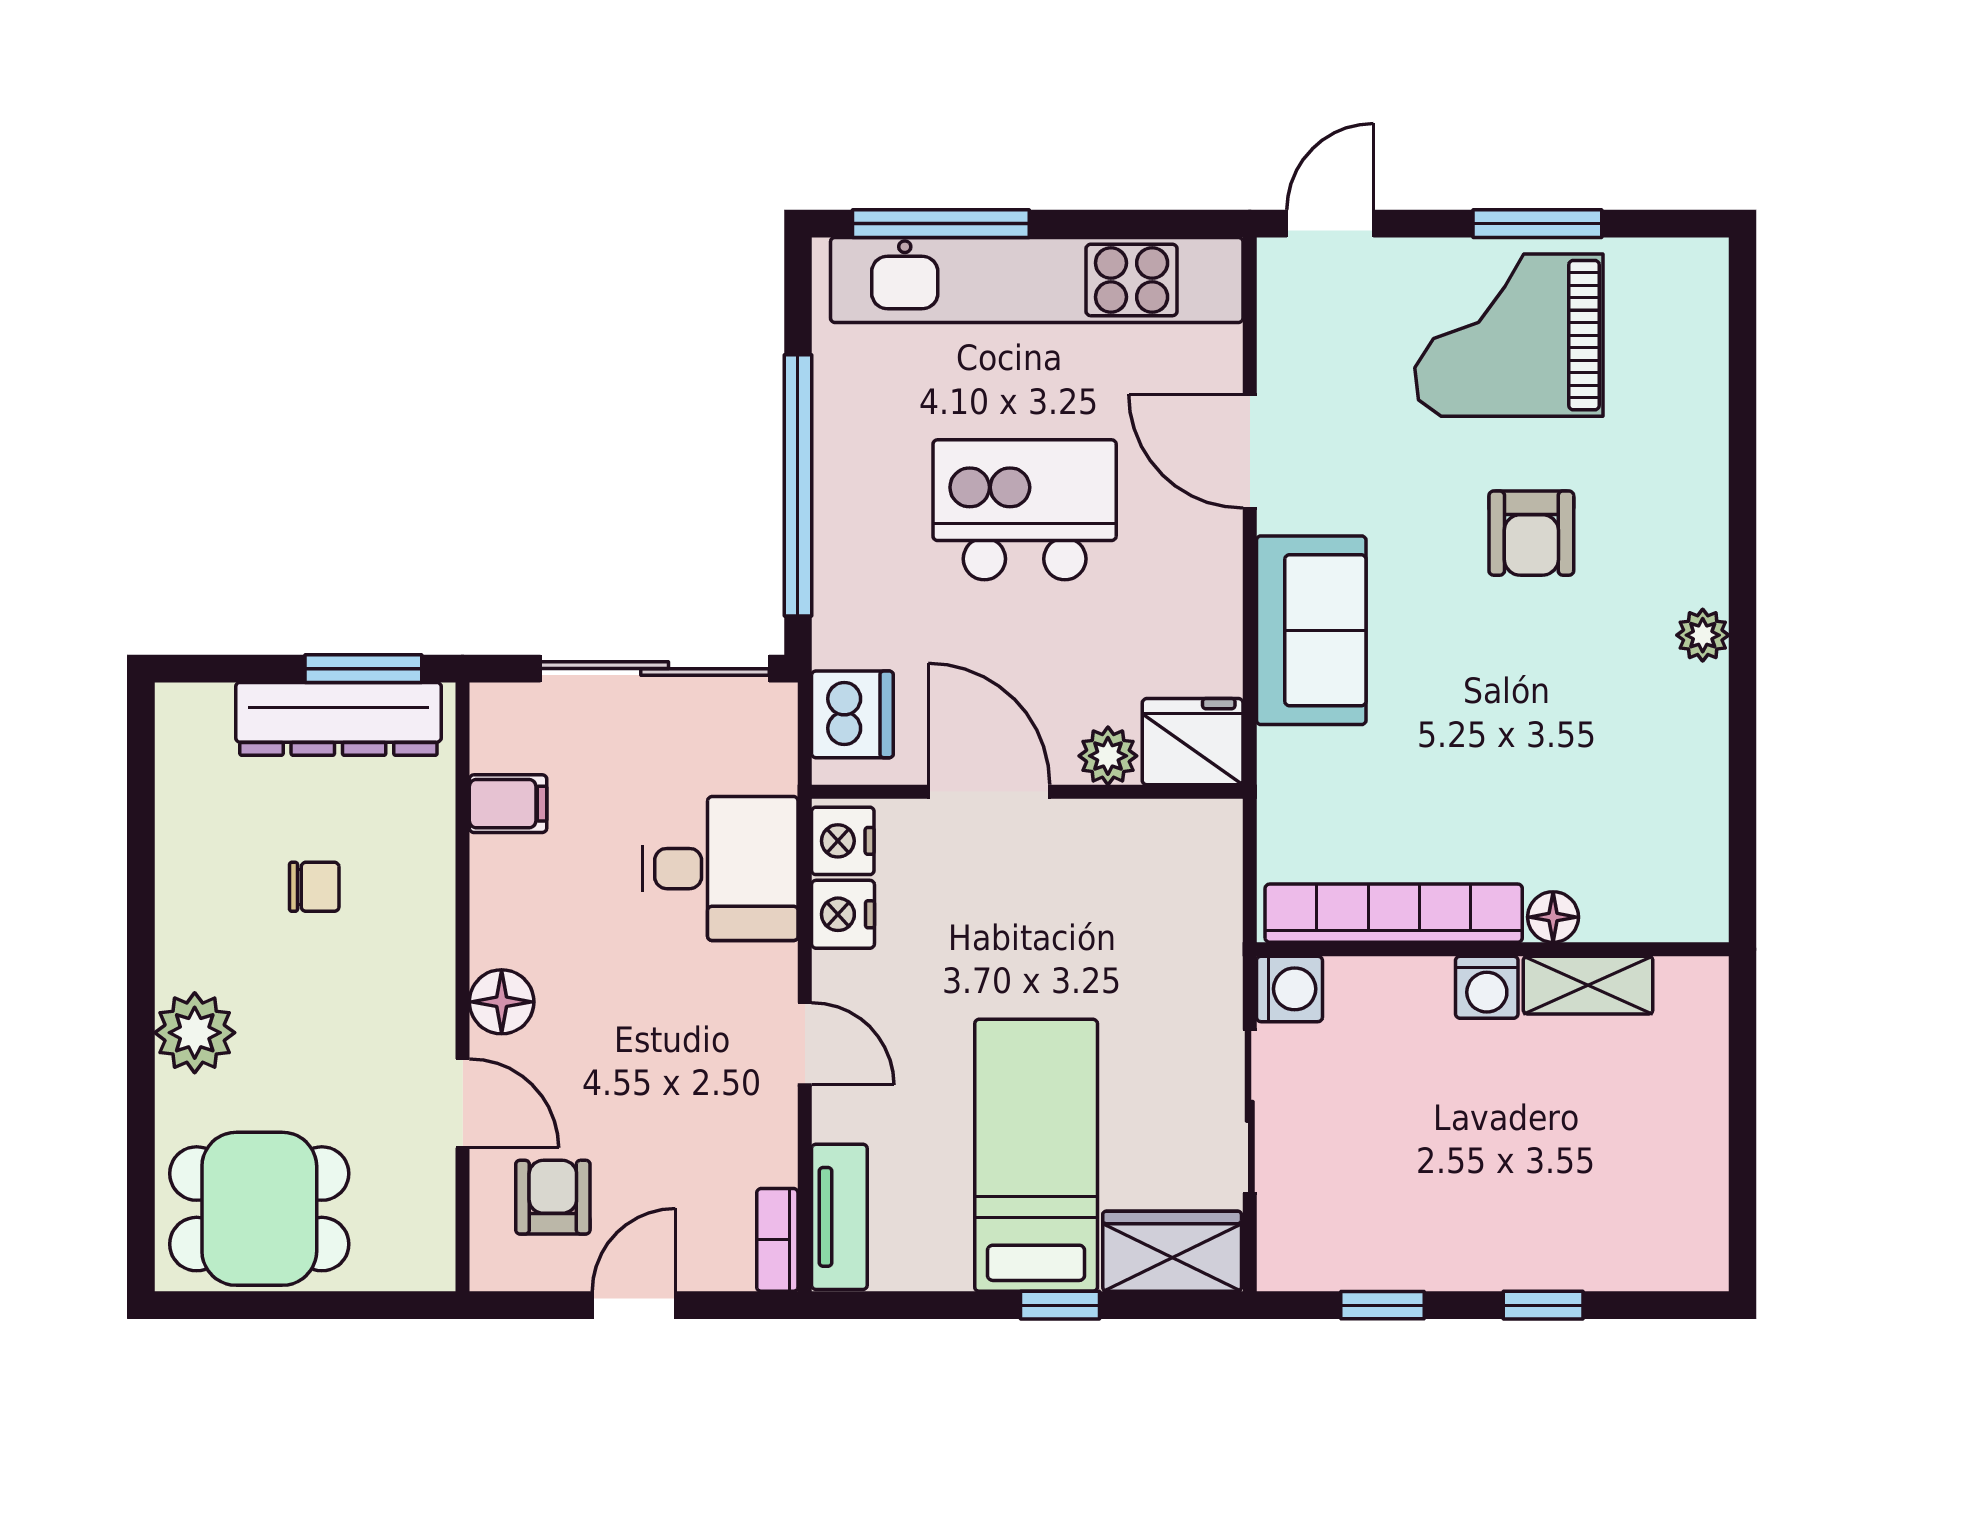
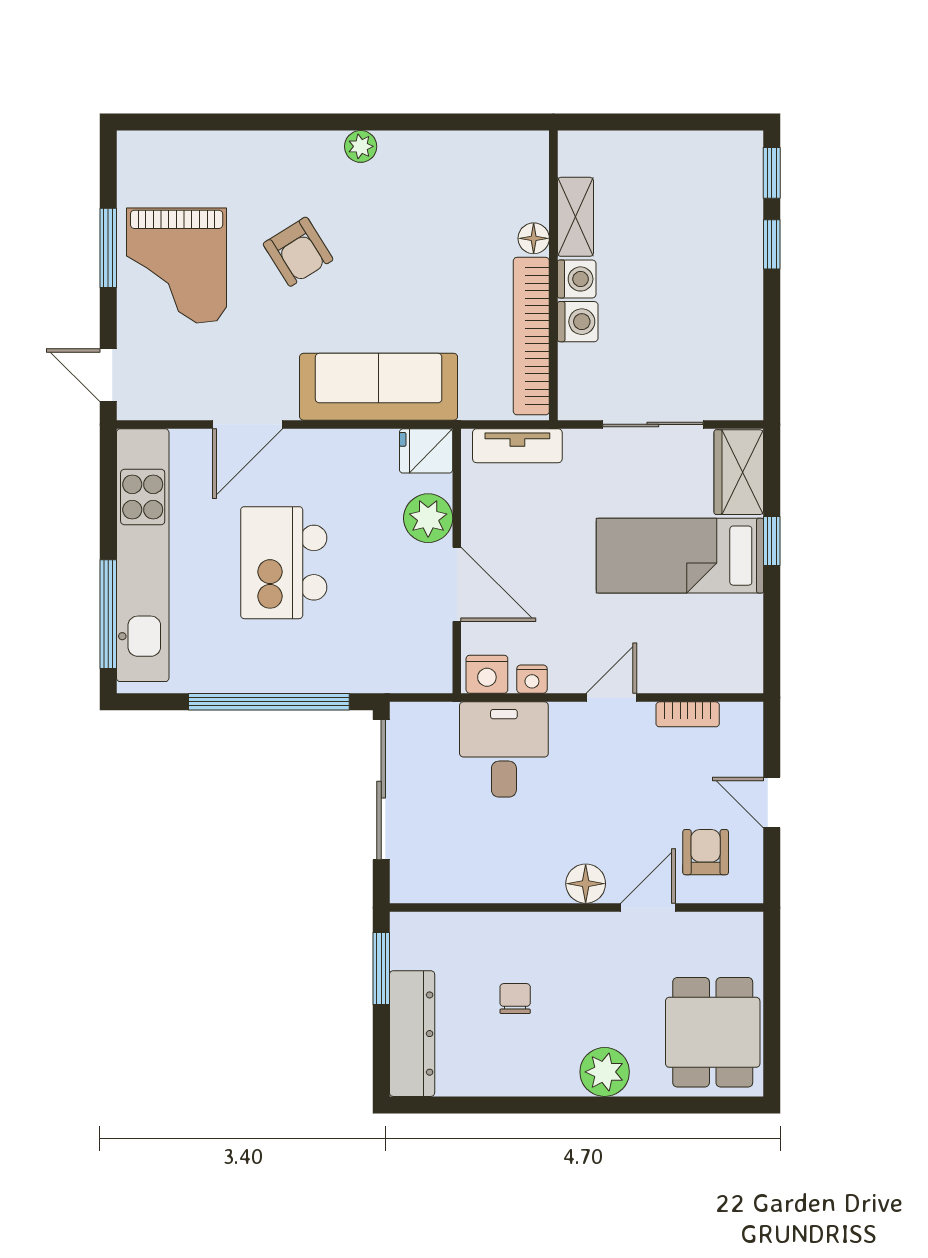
armchair: (1531, 533) -> (298, 252), turned 58
sofa: (1311, 630) -> (379, 387), width x1.36
dishwasher: (852, 714) -> (409, 668), removed
dresser: (338, 719) -> (412, 1034), moved
fridge: (1193, 742) -> (426, 451), width x0.72
plant: (1108, 756) -> (428, 518), width x1.38, depth x1.38
door: (989, 792) -> (457, 584), swing flipped
filing cabinet: (508, 804) -> (464, 880), removed
nightstand: (843, 914) -> (532, 679), width x0.72, depth x0.74
washing machine: (1289, 989) -> (578, 322), moved, turned 90
armchair: (553, 1197) -> (706, 852), turned 90
tv unit: (839, 1217) -> (517, 446), moved, turned 180
bookcase: (777, 1240) -> (688, 714), moved
window: (1382, 1305) -> (772, 173), moved

